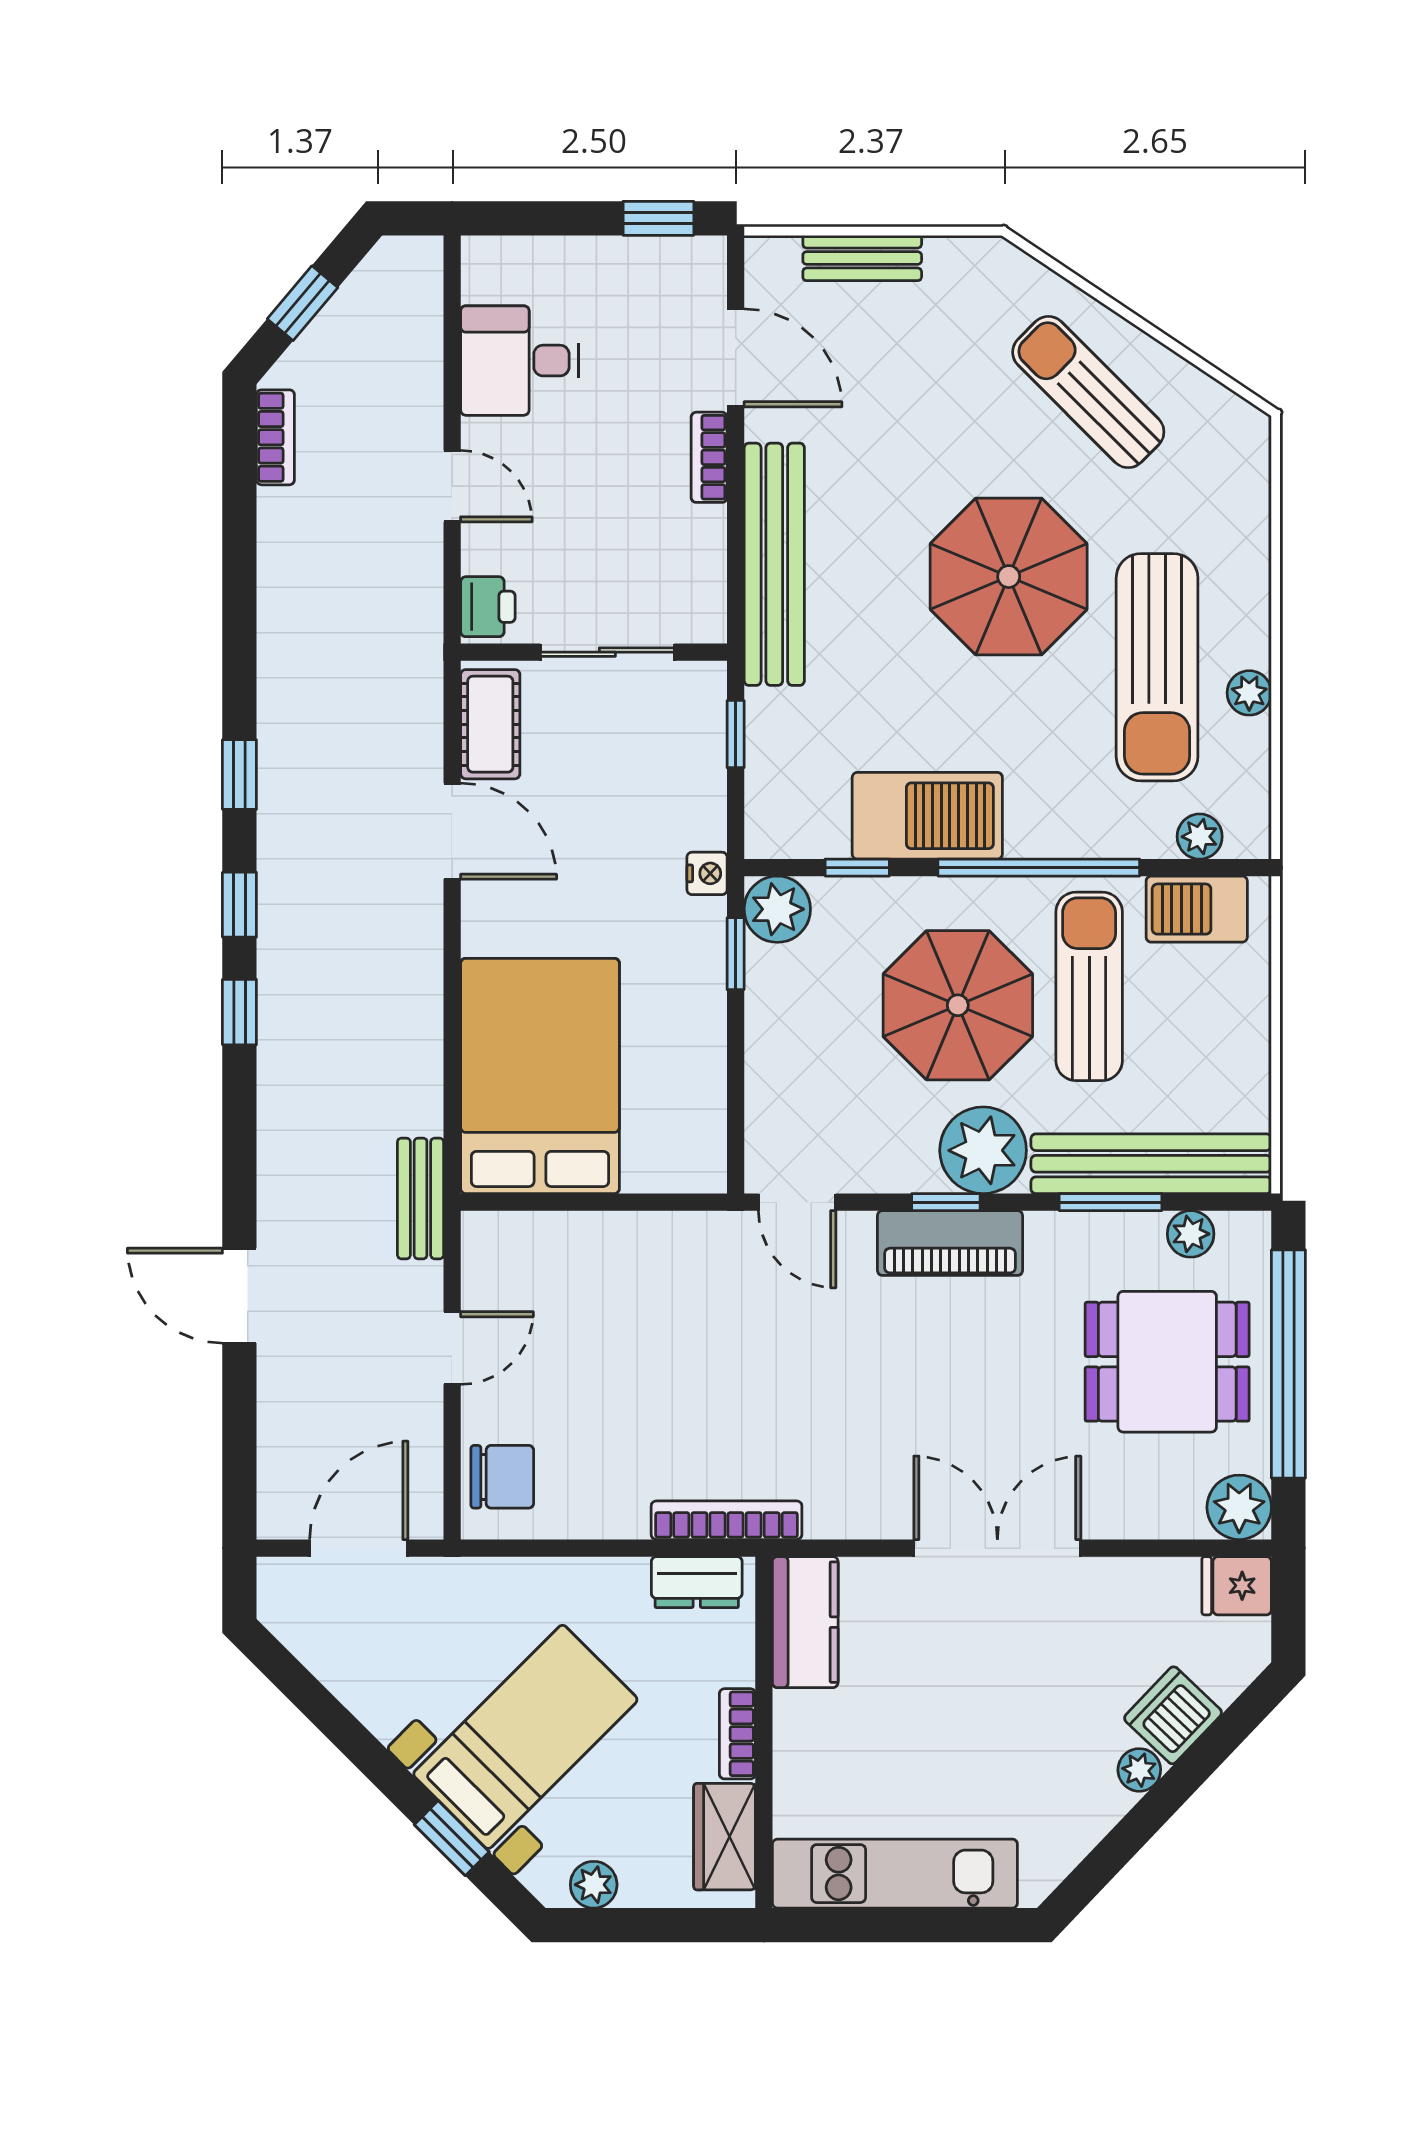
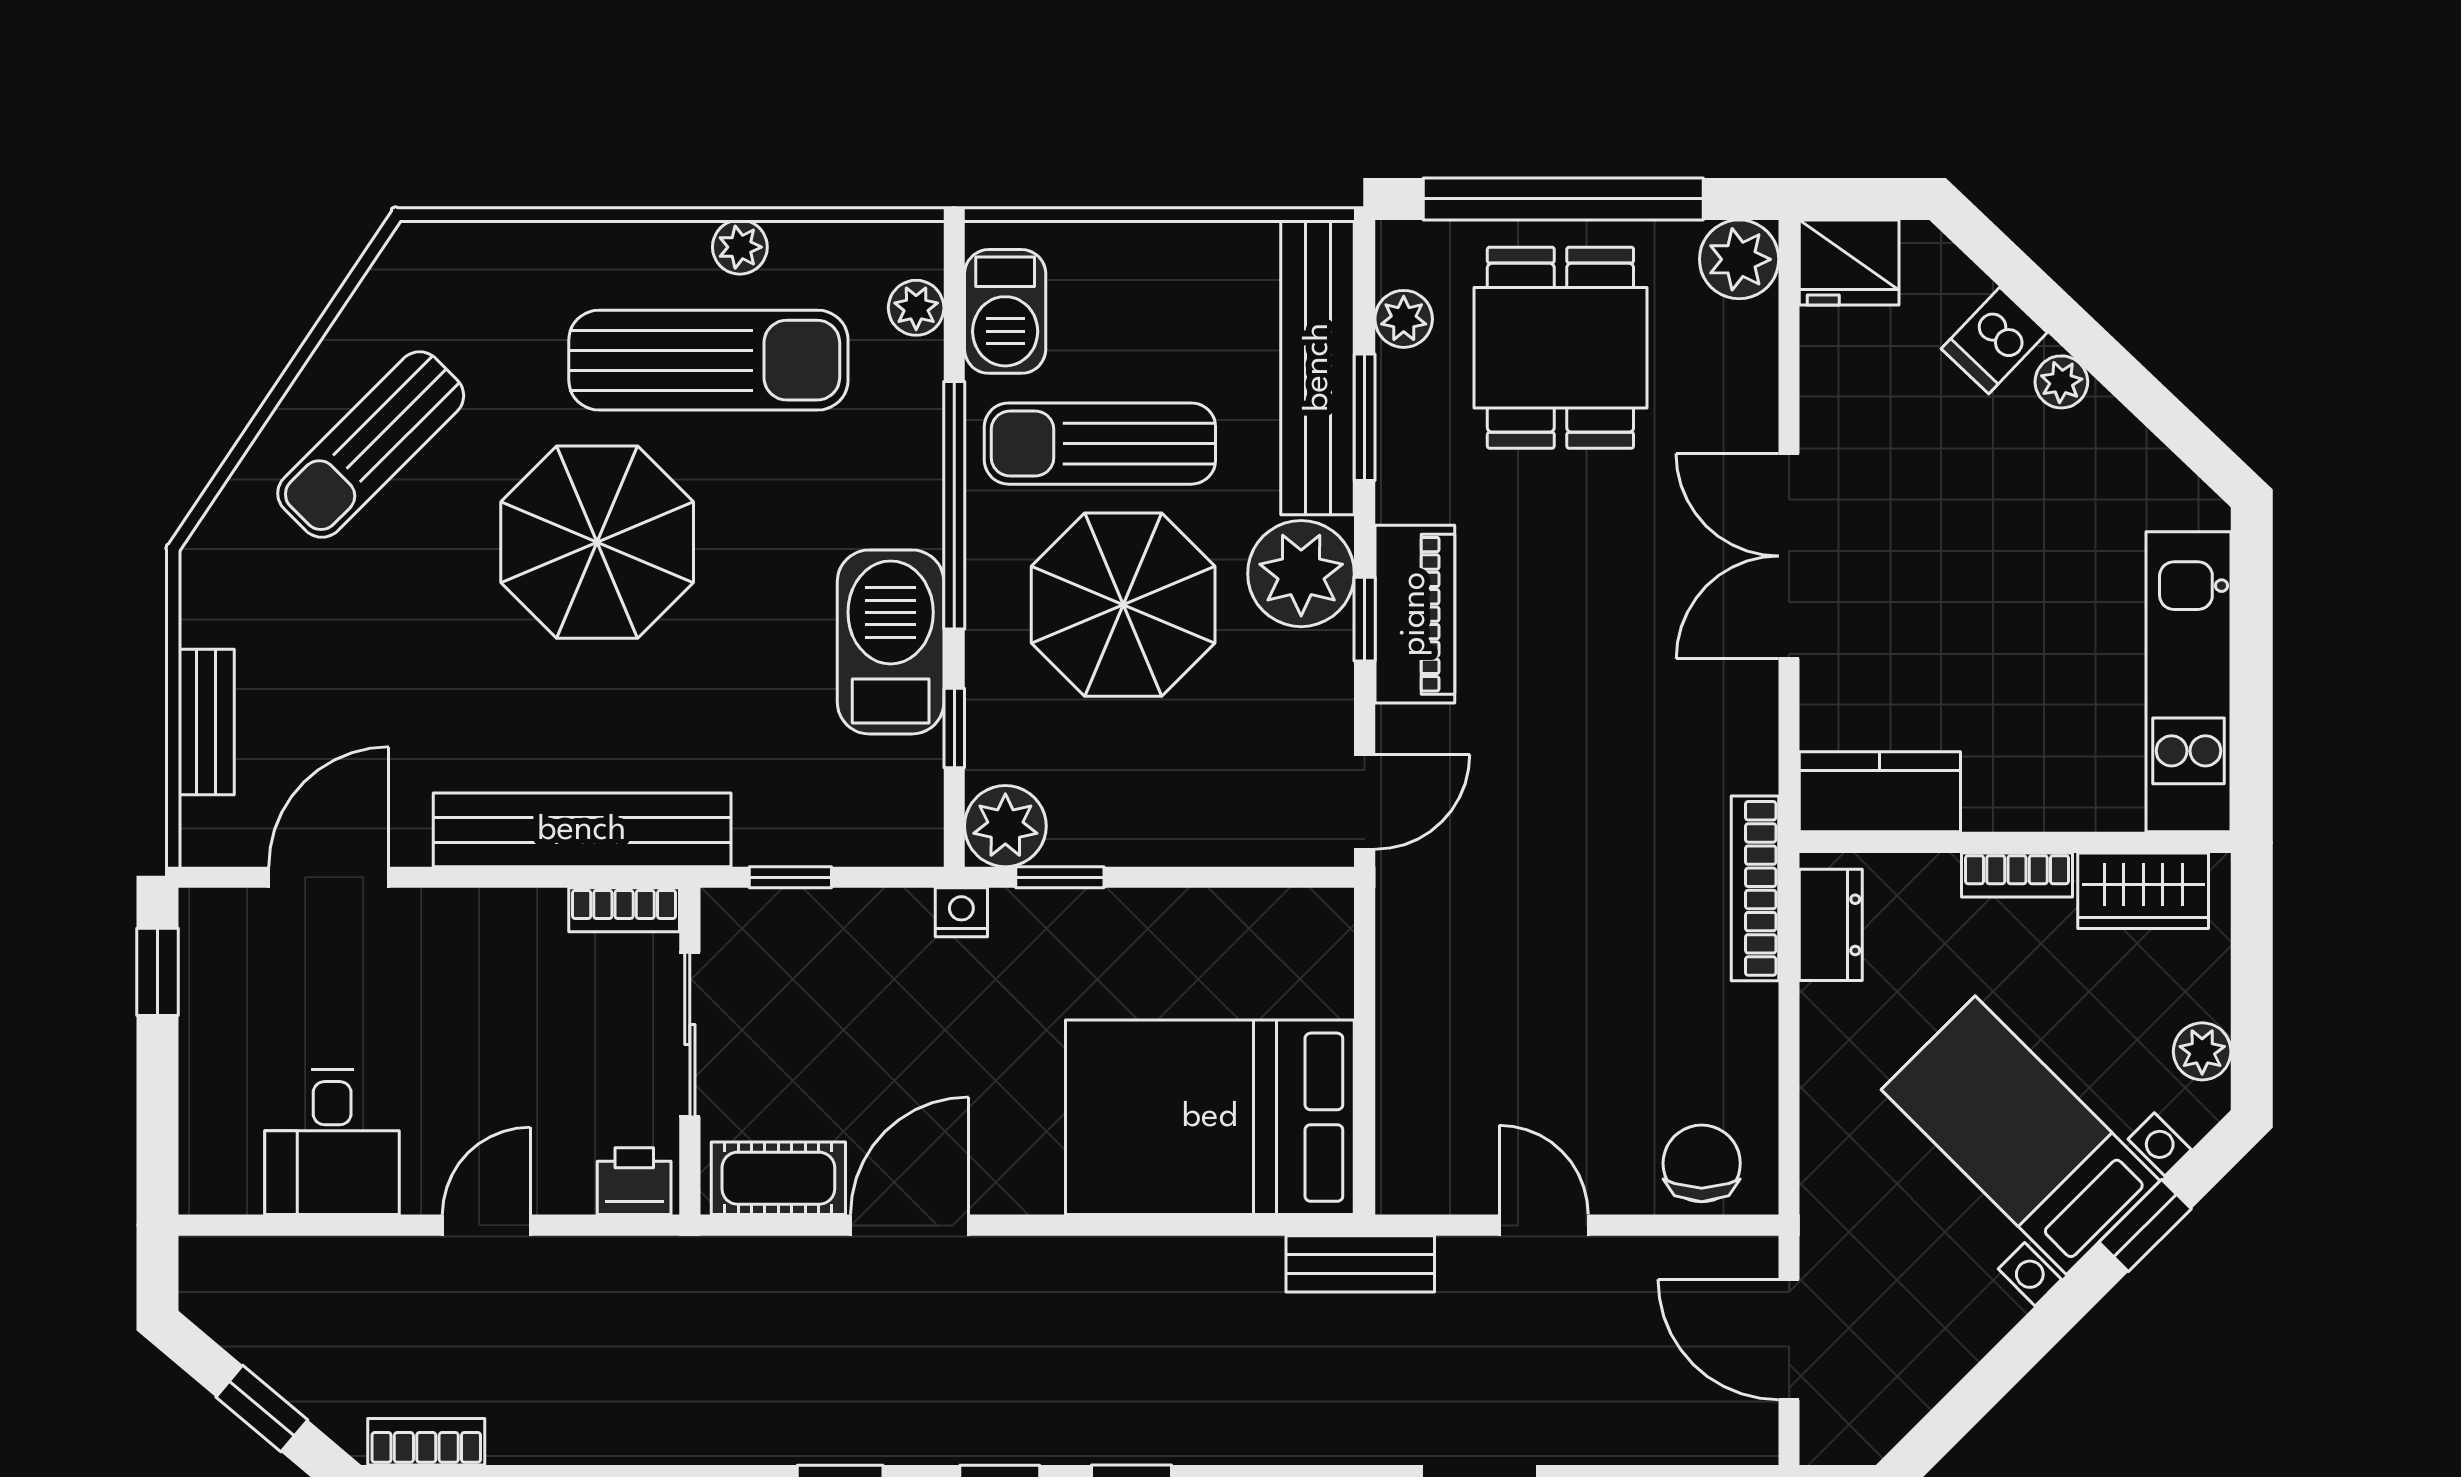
bookcase: (709, 457) -> (624, 910), moved
fridge: (1237, 1586) -> (1849, 263), width x1.38
dishwasher: (1173, 1715) -> (1994, 341), width x0.73

